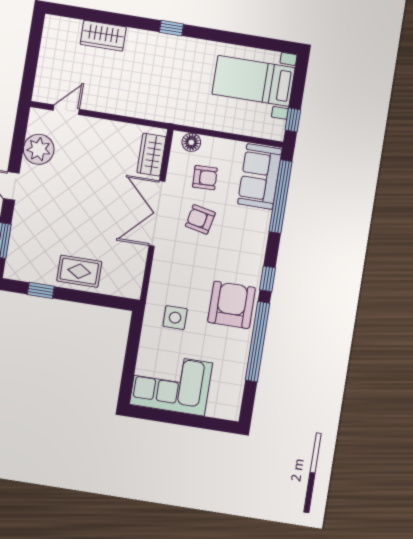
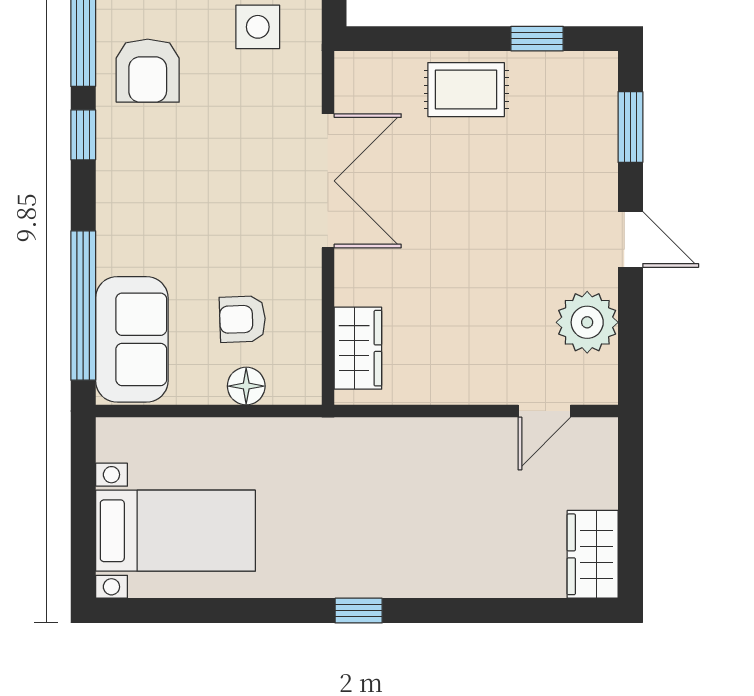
wardrobe: (103, 36) -> (593, 554), moved, turned -90
window: (293, 120) -> (83, 465), removed
floor lamp: (191, 142) -> (246, 386), moved
double door: (157, 213) -> (328, 181), moved
armchair: (200, 219) -> (238, 233), removed
armchair: (232, 305) -> (148, 71), width x0.73, depth x0.73

